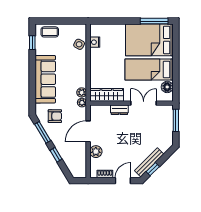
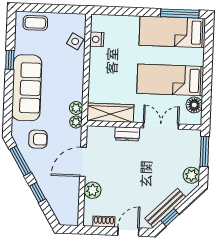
bed: (149, 40) -> (172, 32), width x0.67
window: (32, 43) -> (10, 60), moved
plant: (167, 138) -> (191, 175), added

